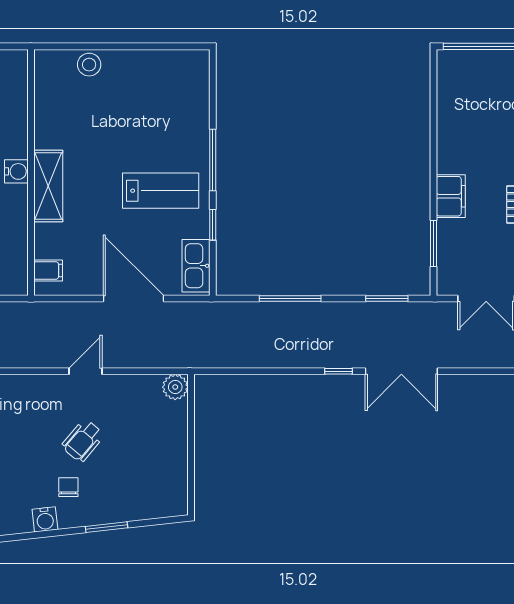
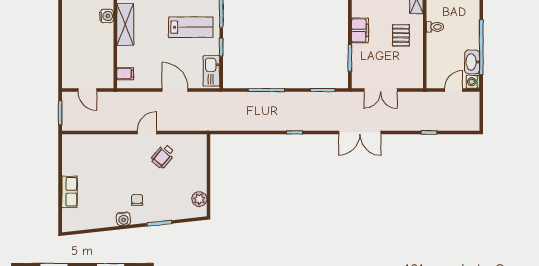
door: (134, 299) -> (175, 90), width x0.73
double door: (401, 371) -> (360, 132), moved
plant: (175, 387) -> (199, 199), moved
wheelchair: (83, 441) -> (163, 156), moved

